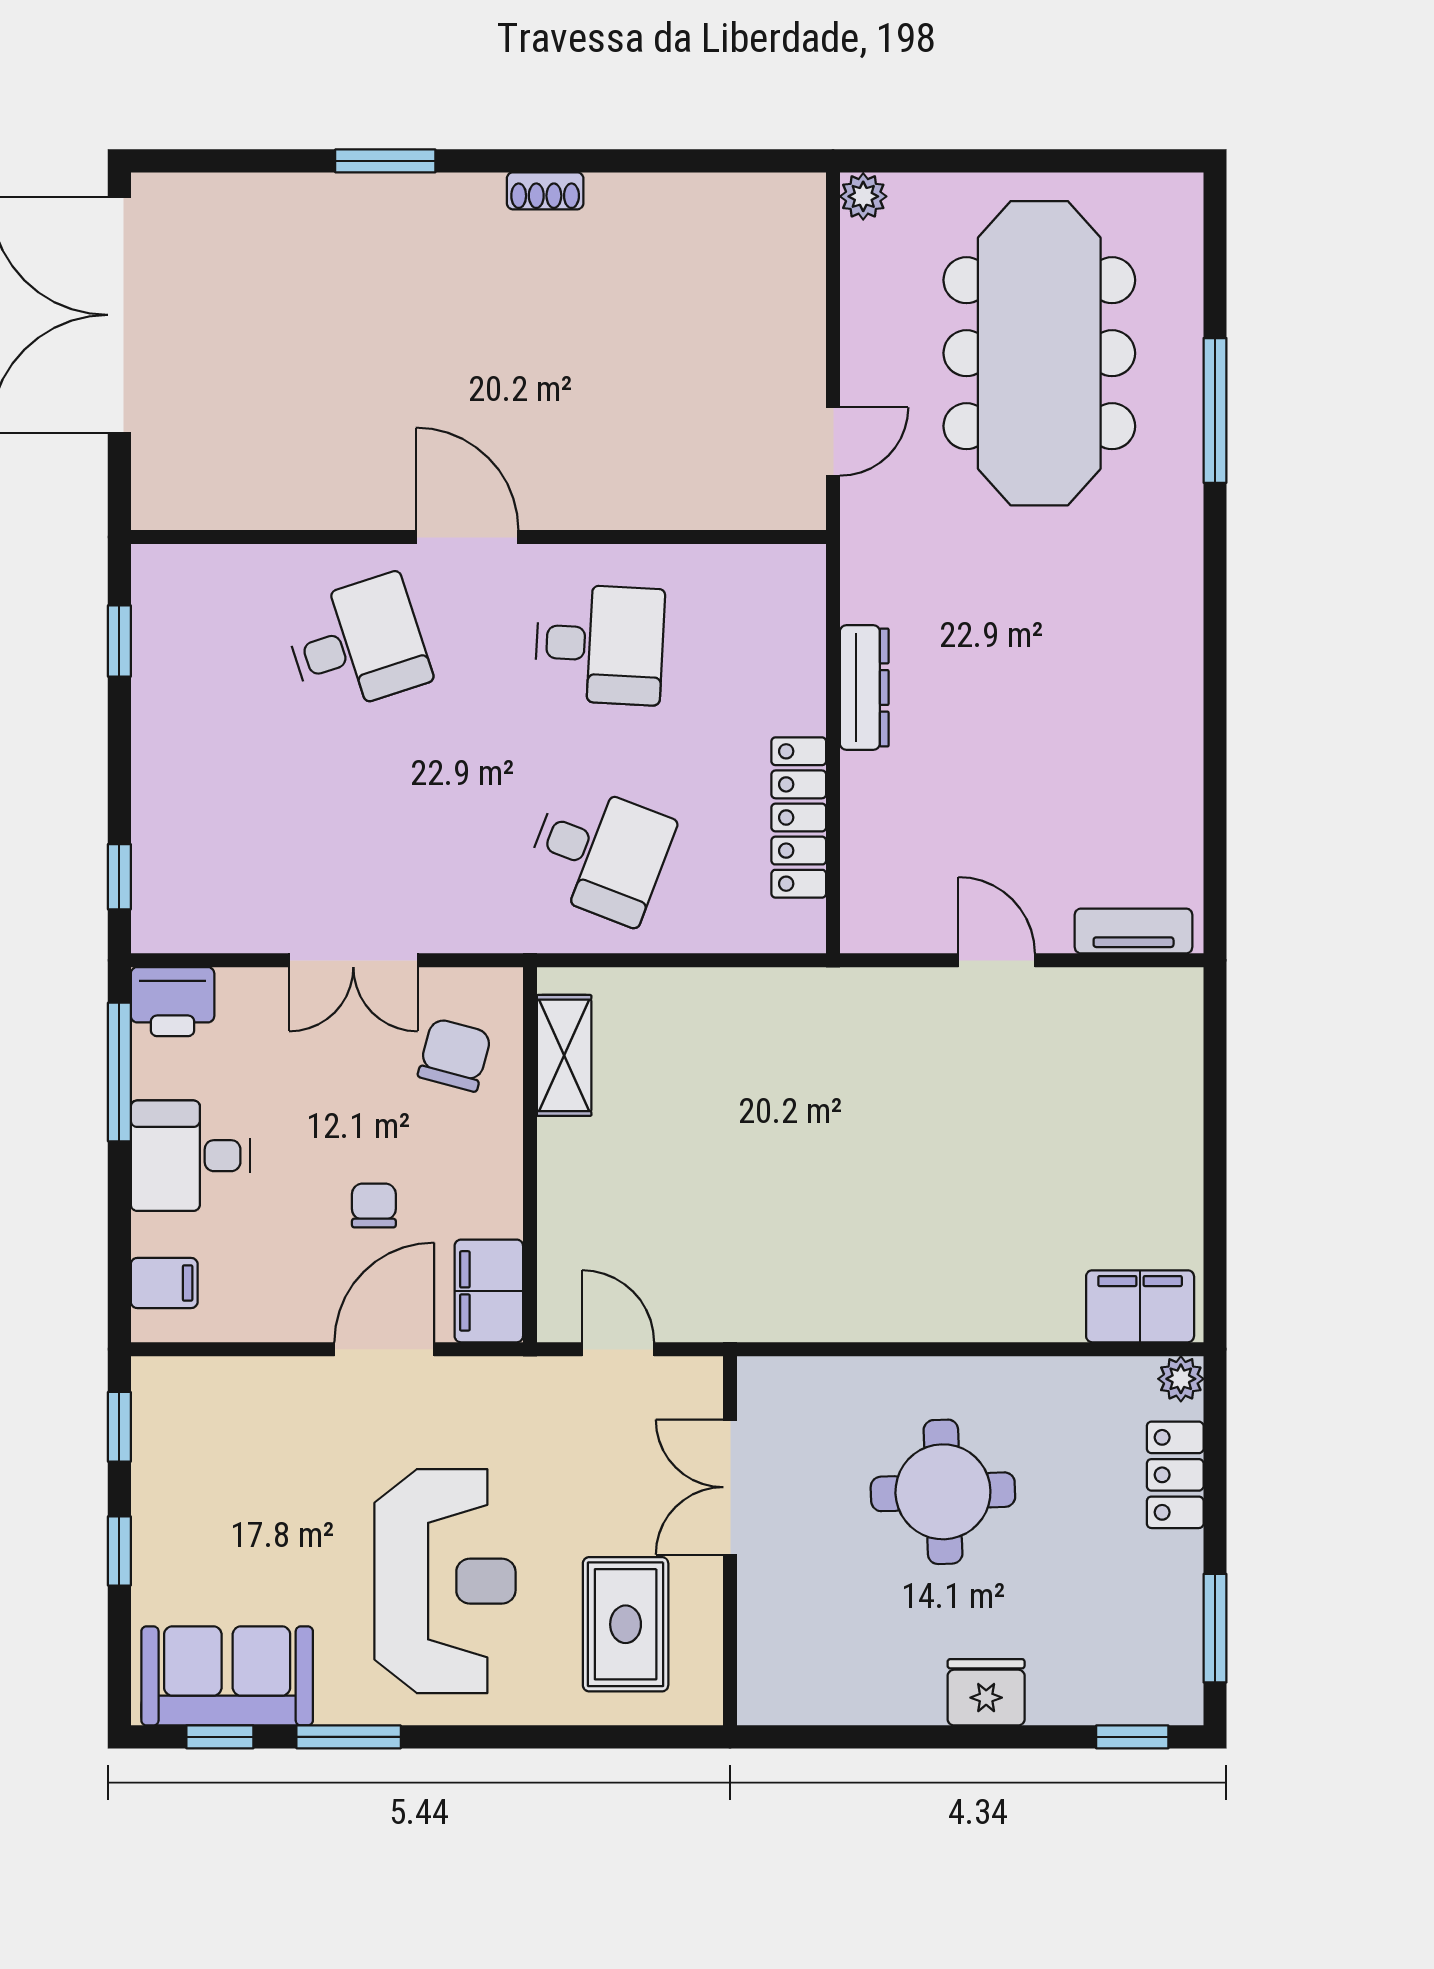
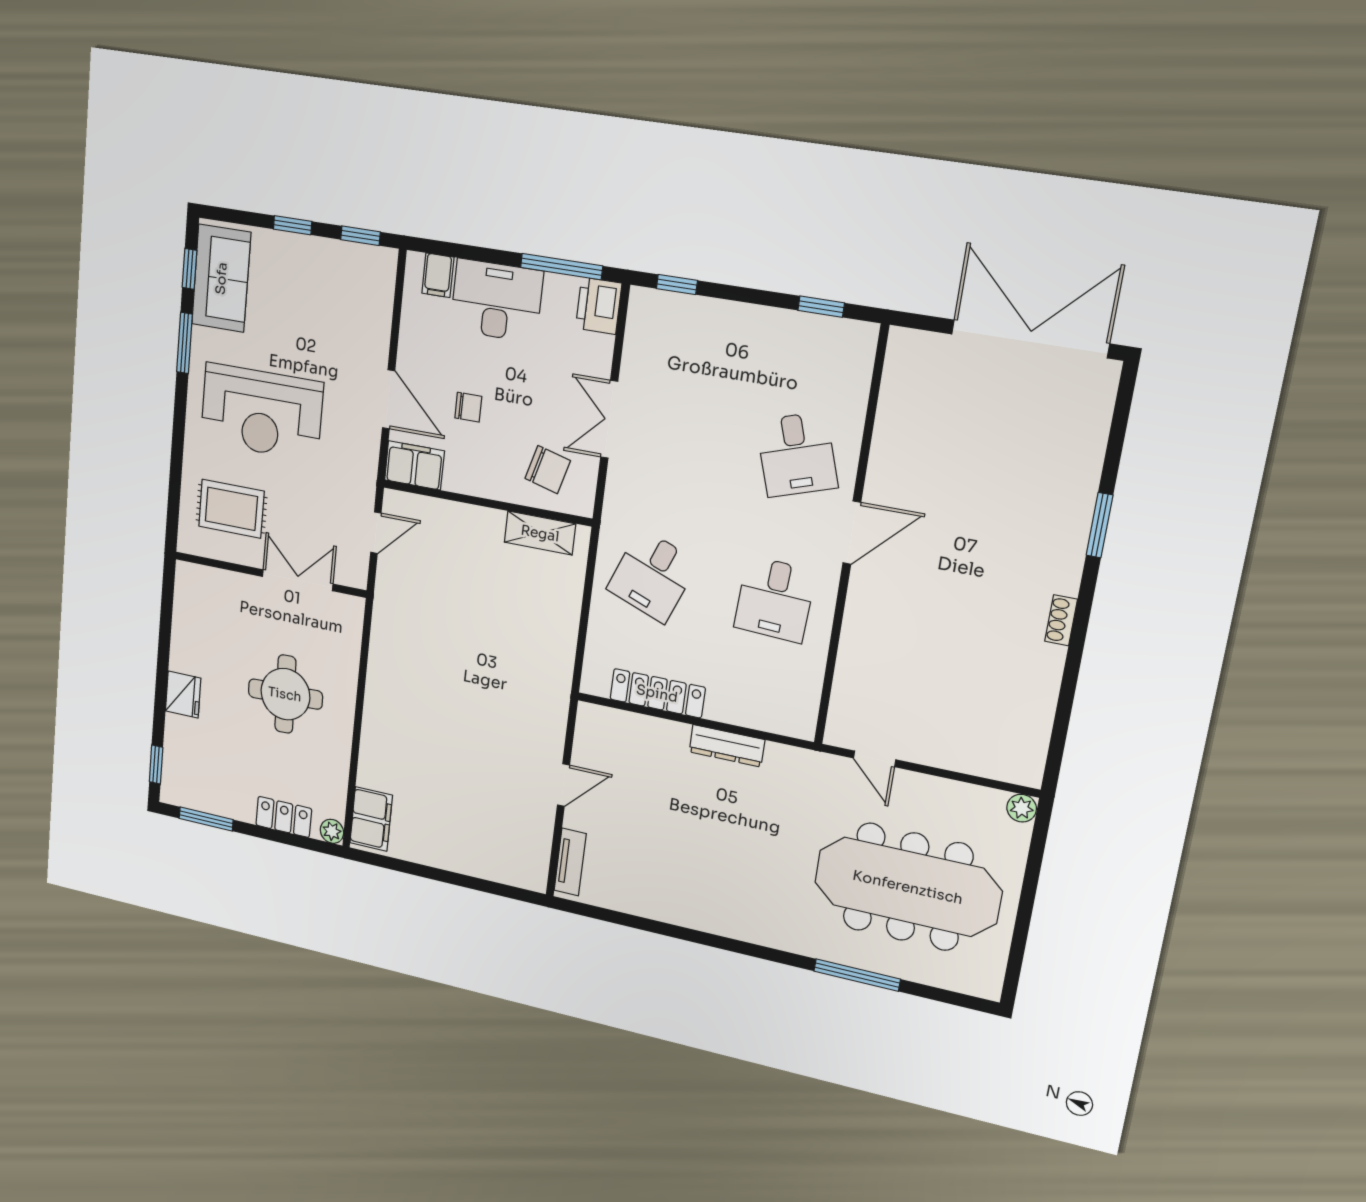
desk: (190, 1156) -> (497, 301), width x1.37

